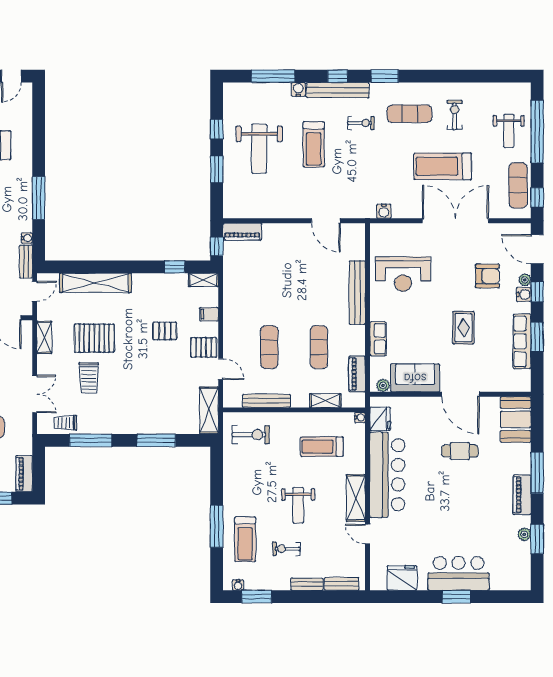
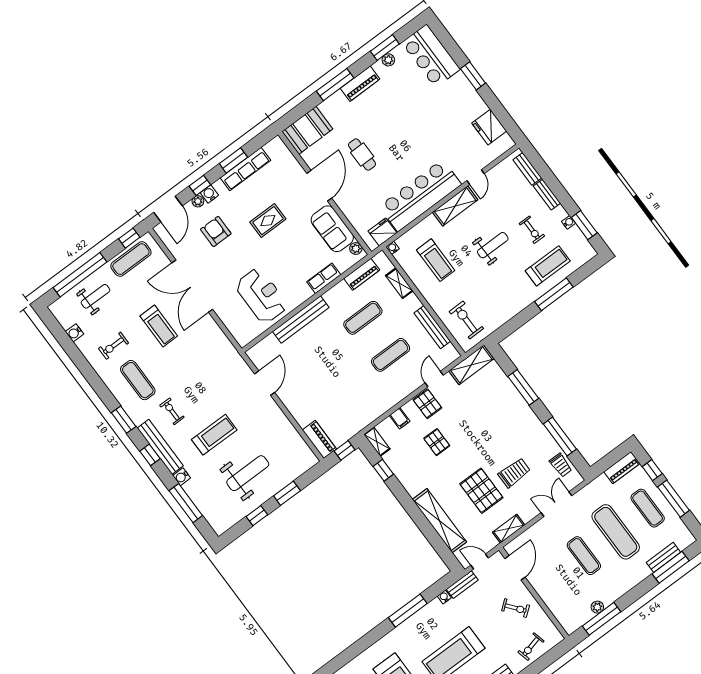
treadmill: (443, 166) -> (159, 326), width x0.73, depth x0.73
water cooler: (384, 211) -> (74, 333), moved, turned 180
bar counter: (459, 573) -> (431, 56), moved
water cooler: (238, 585) -> (568, 222), moved

